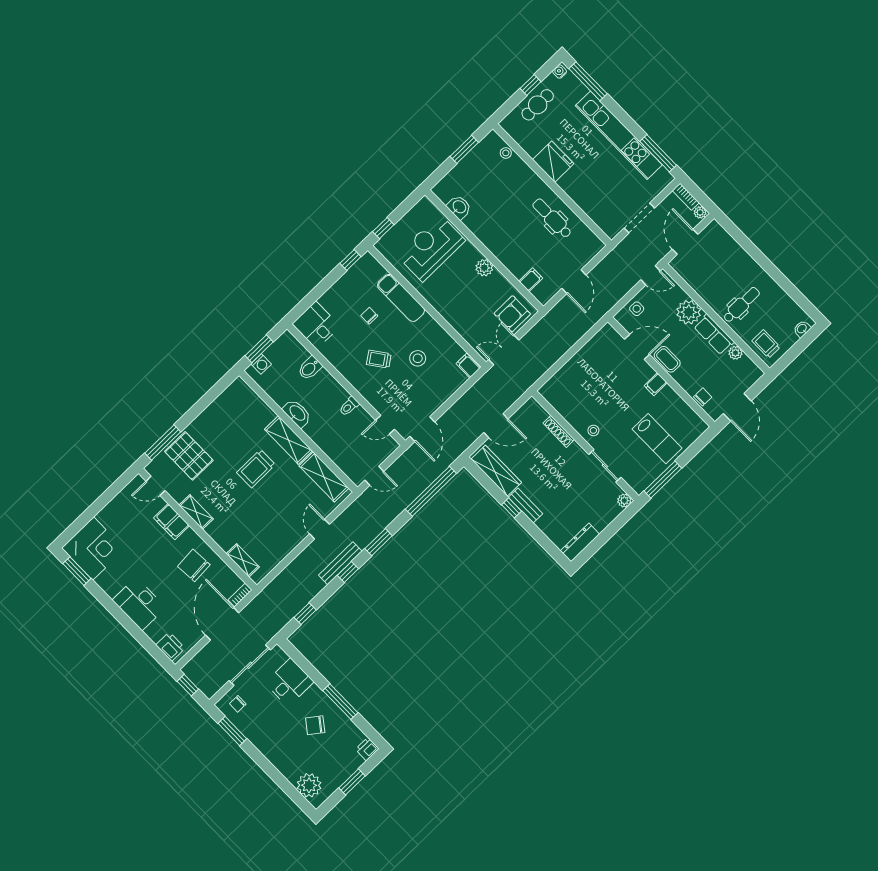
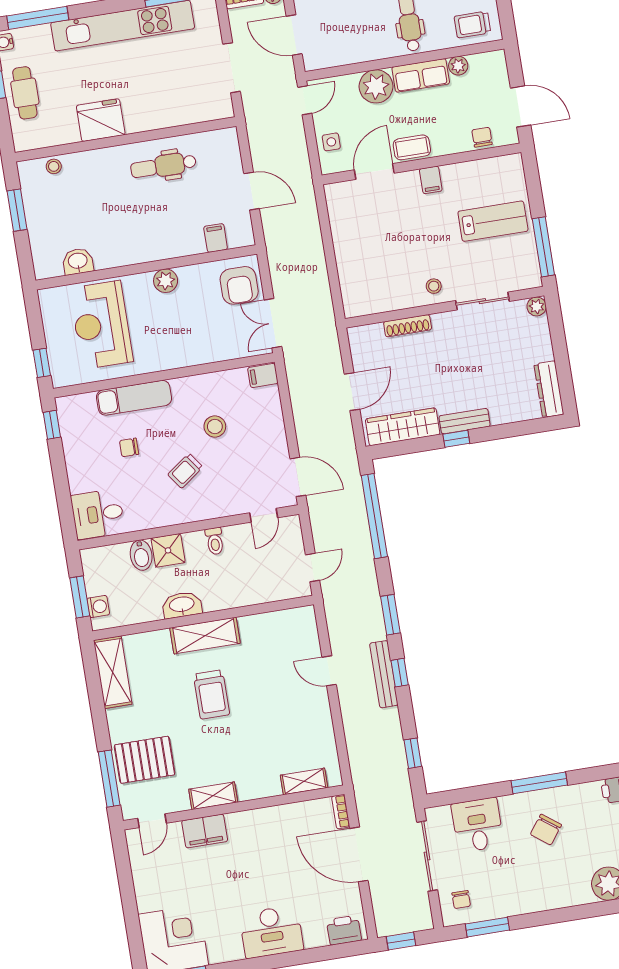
shower: (324, 382) -> (168, 550), added
shelving: (324, 477) -> (113, 672), moved, turned 90
chair: (194, 565) -> (271, 840), removed

